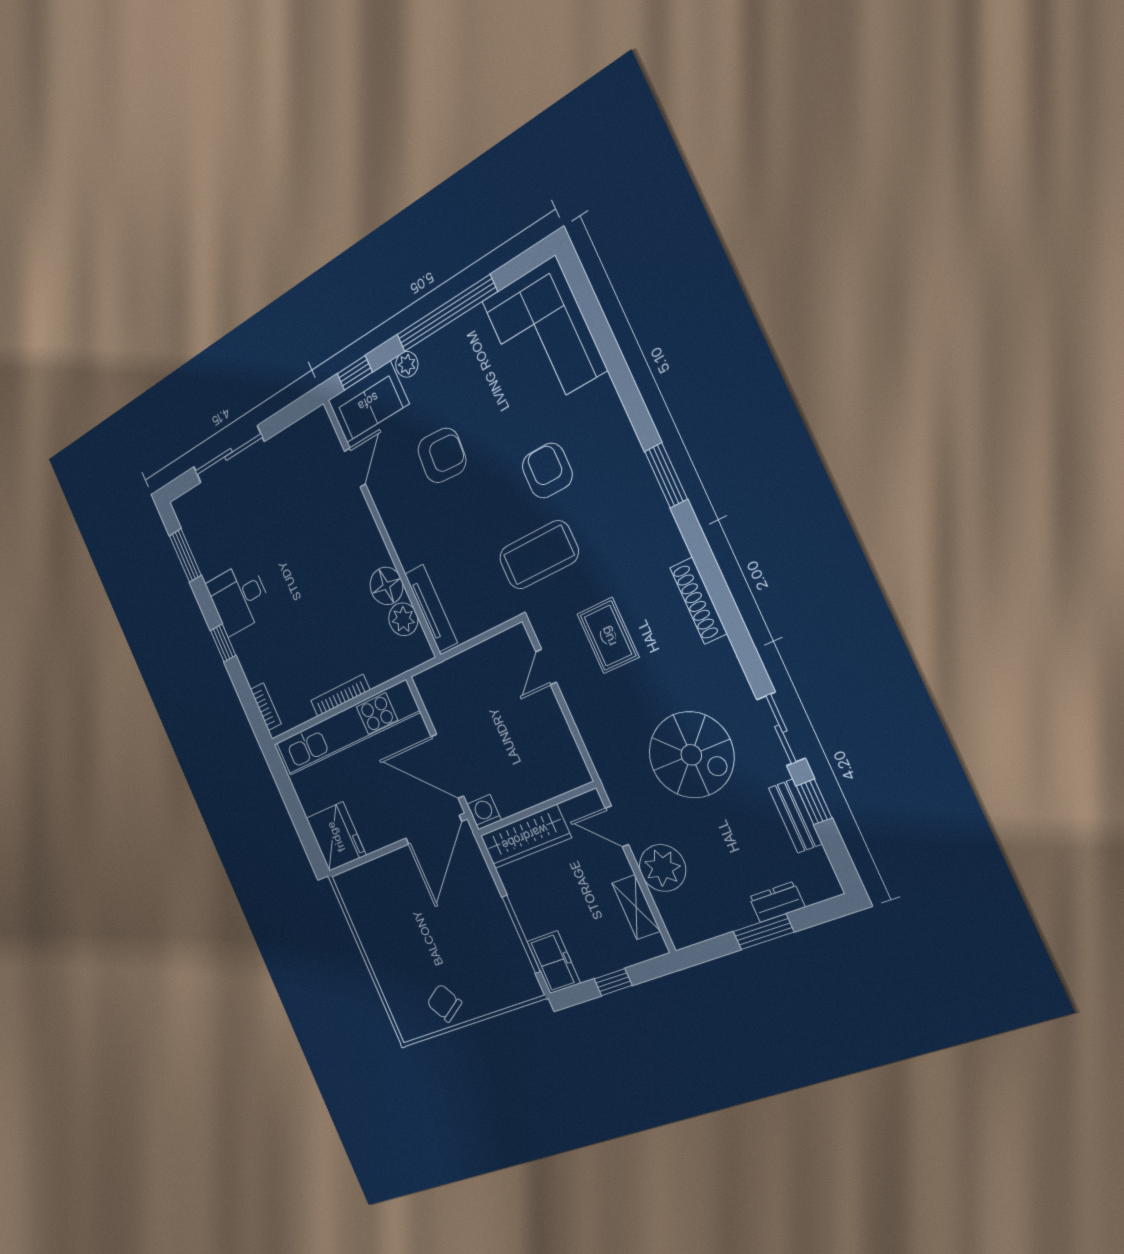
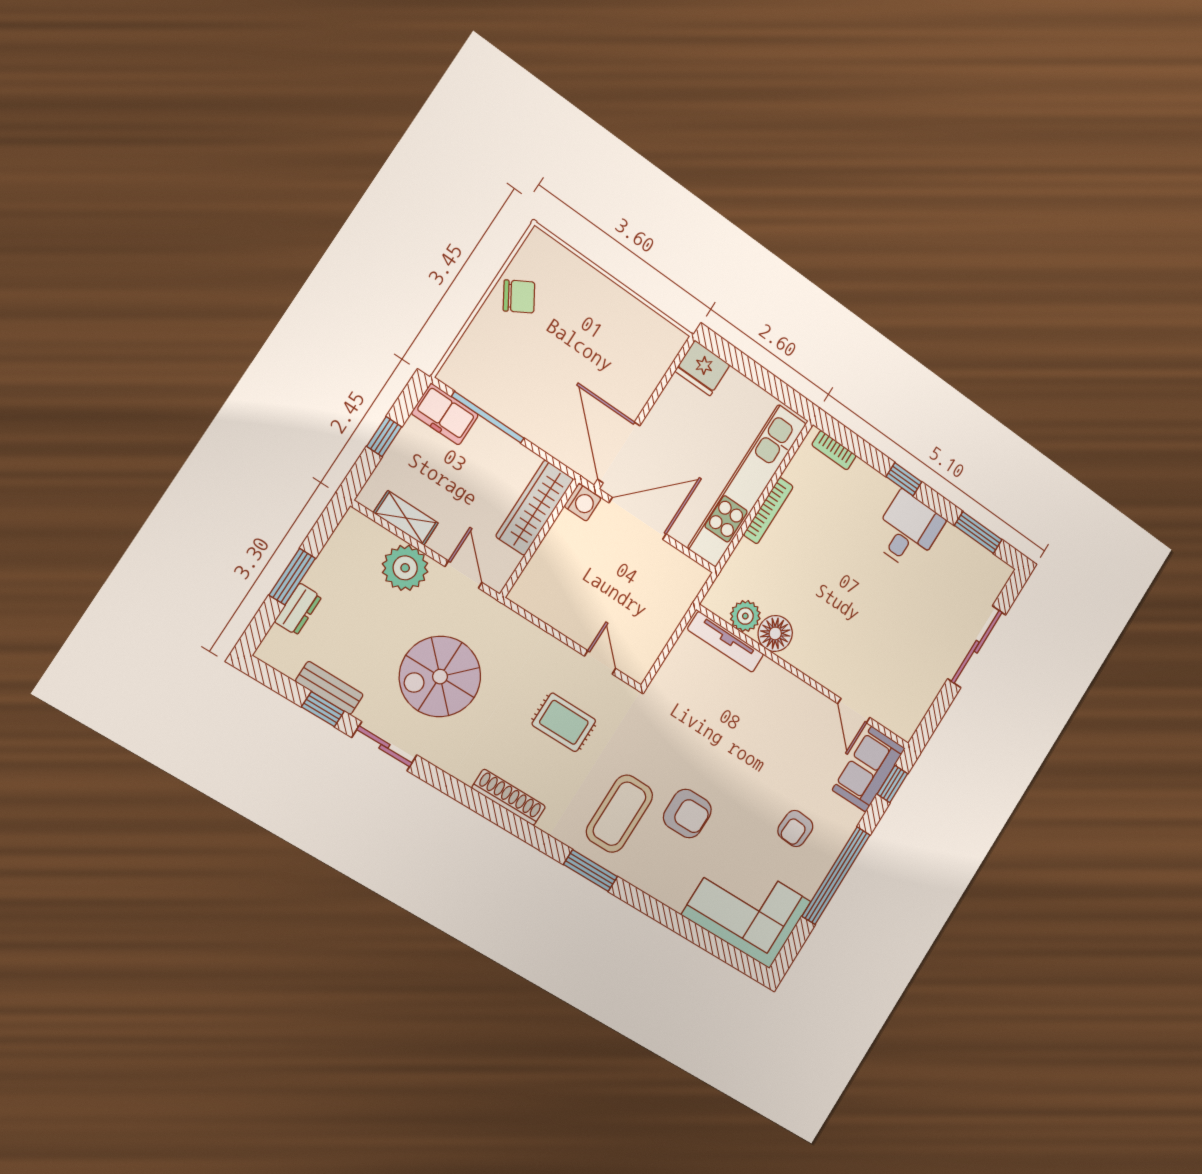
plant: (407, 364) -> (850, 818), removed
armchair: (442, 455) -> (795, 829), moved, width x0.72, depth x0.72
coffee table: (539, 555) -> (619, 814), moved
door: (617, 826) -> (463, 574), hinge flipped
fridge: (336, 837) -> (702, 368), width x0.73, depth x0.75

